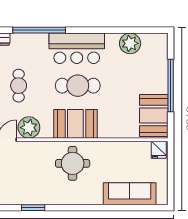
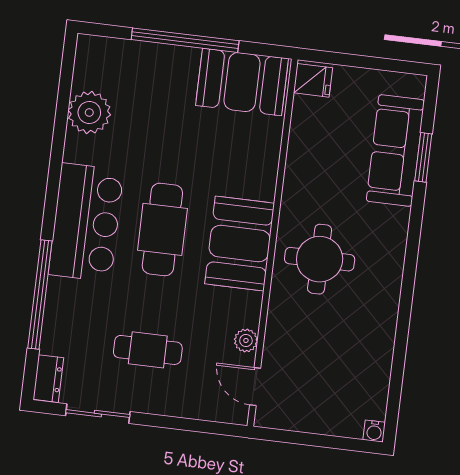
plant: (29, 128) -> (246, 340), width x0.53, depth x0.53
window: (33, 208) -> (423, 157), moved

